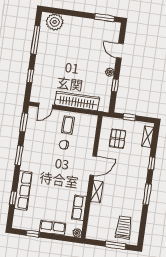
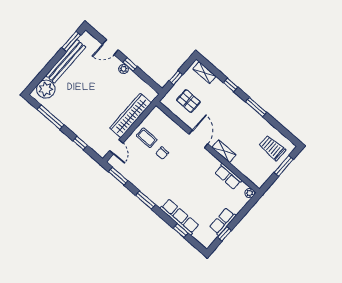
bench: (86, 23) -> (66, 61), added
window: (115, 85) -> (130, 65), moved
row of seats: (53, 228) -> (223, 221), moved

